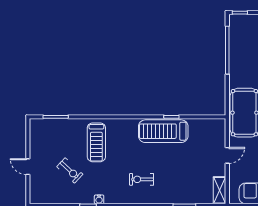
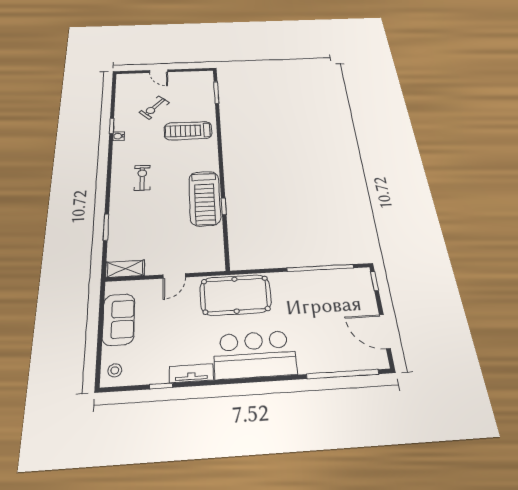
treadmill: (163, 131) -> (205, 198), turned 180
door: (227, 155) -> (174, 276), hinge flipped
door: (28, 167) -> (159, 71), swing flipped

